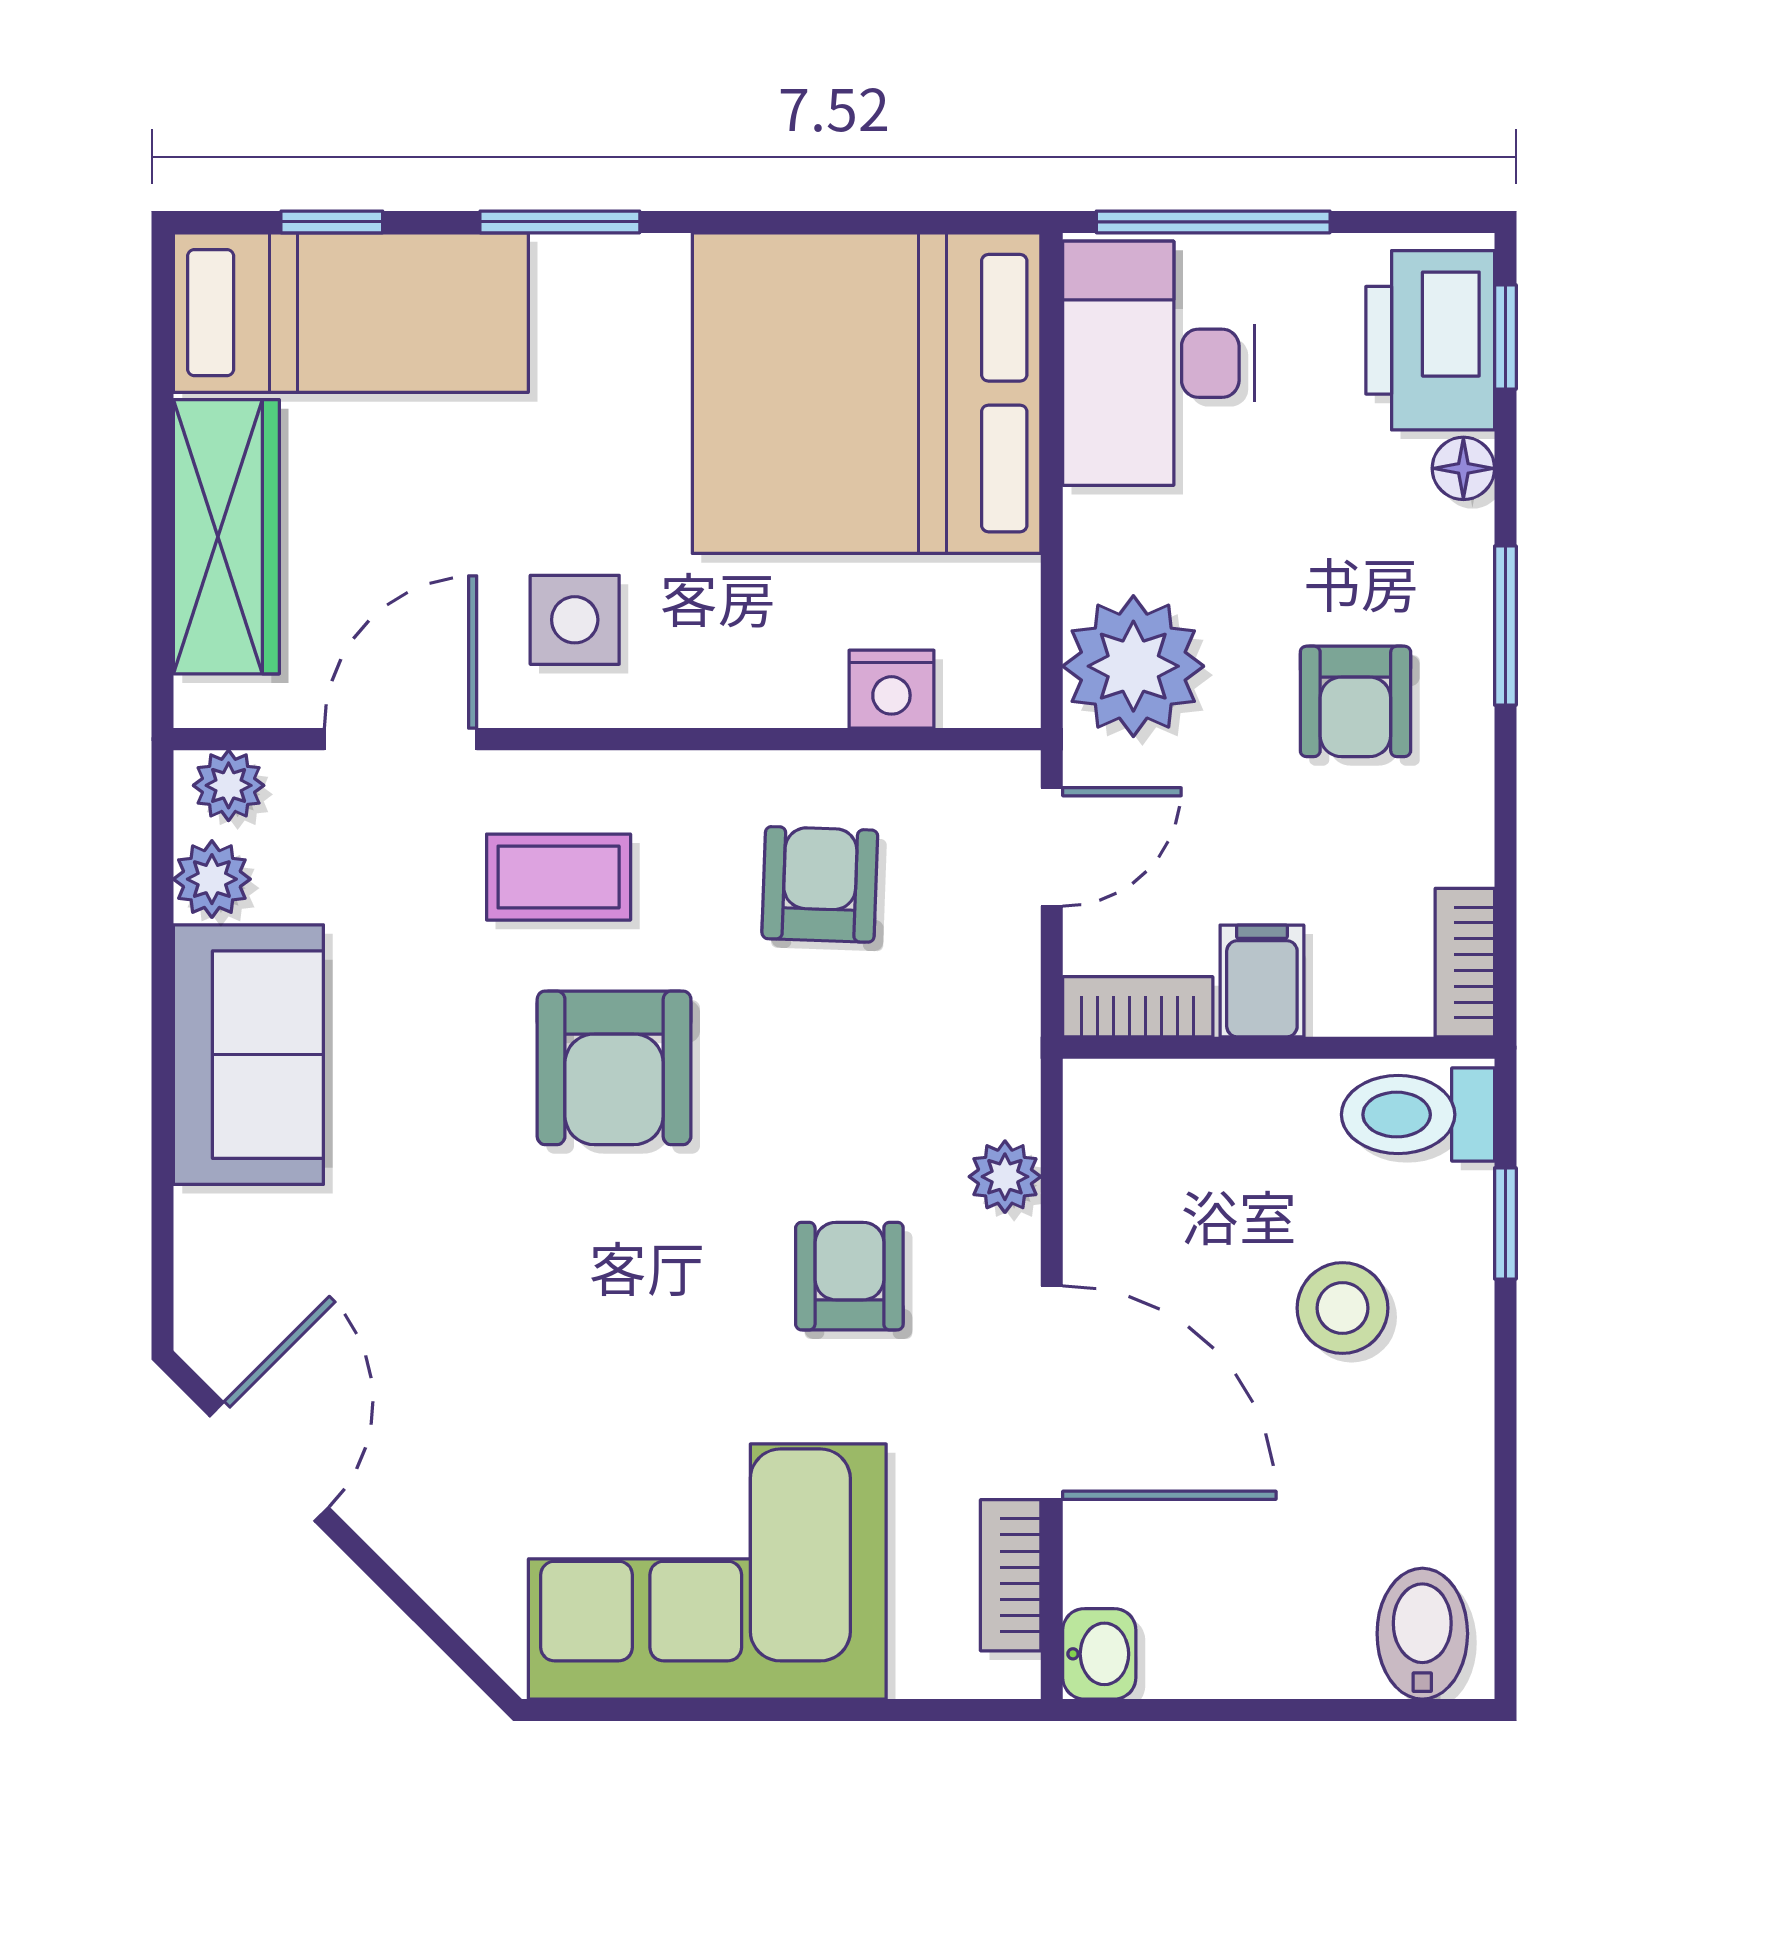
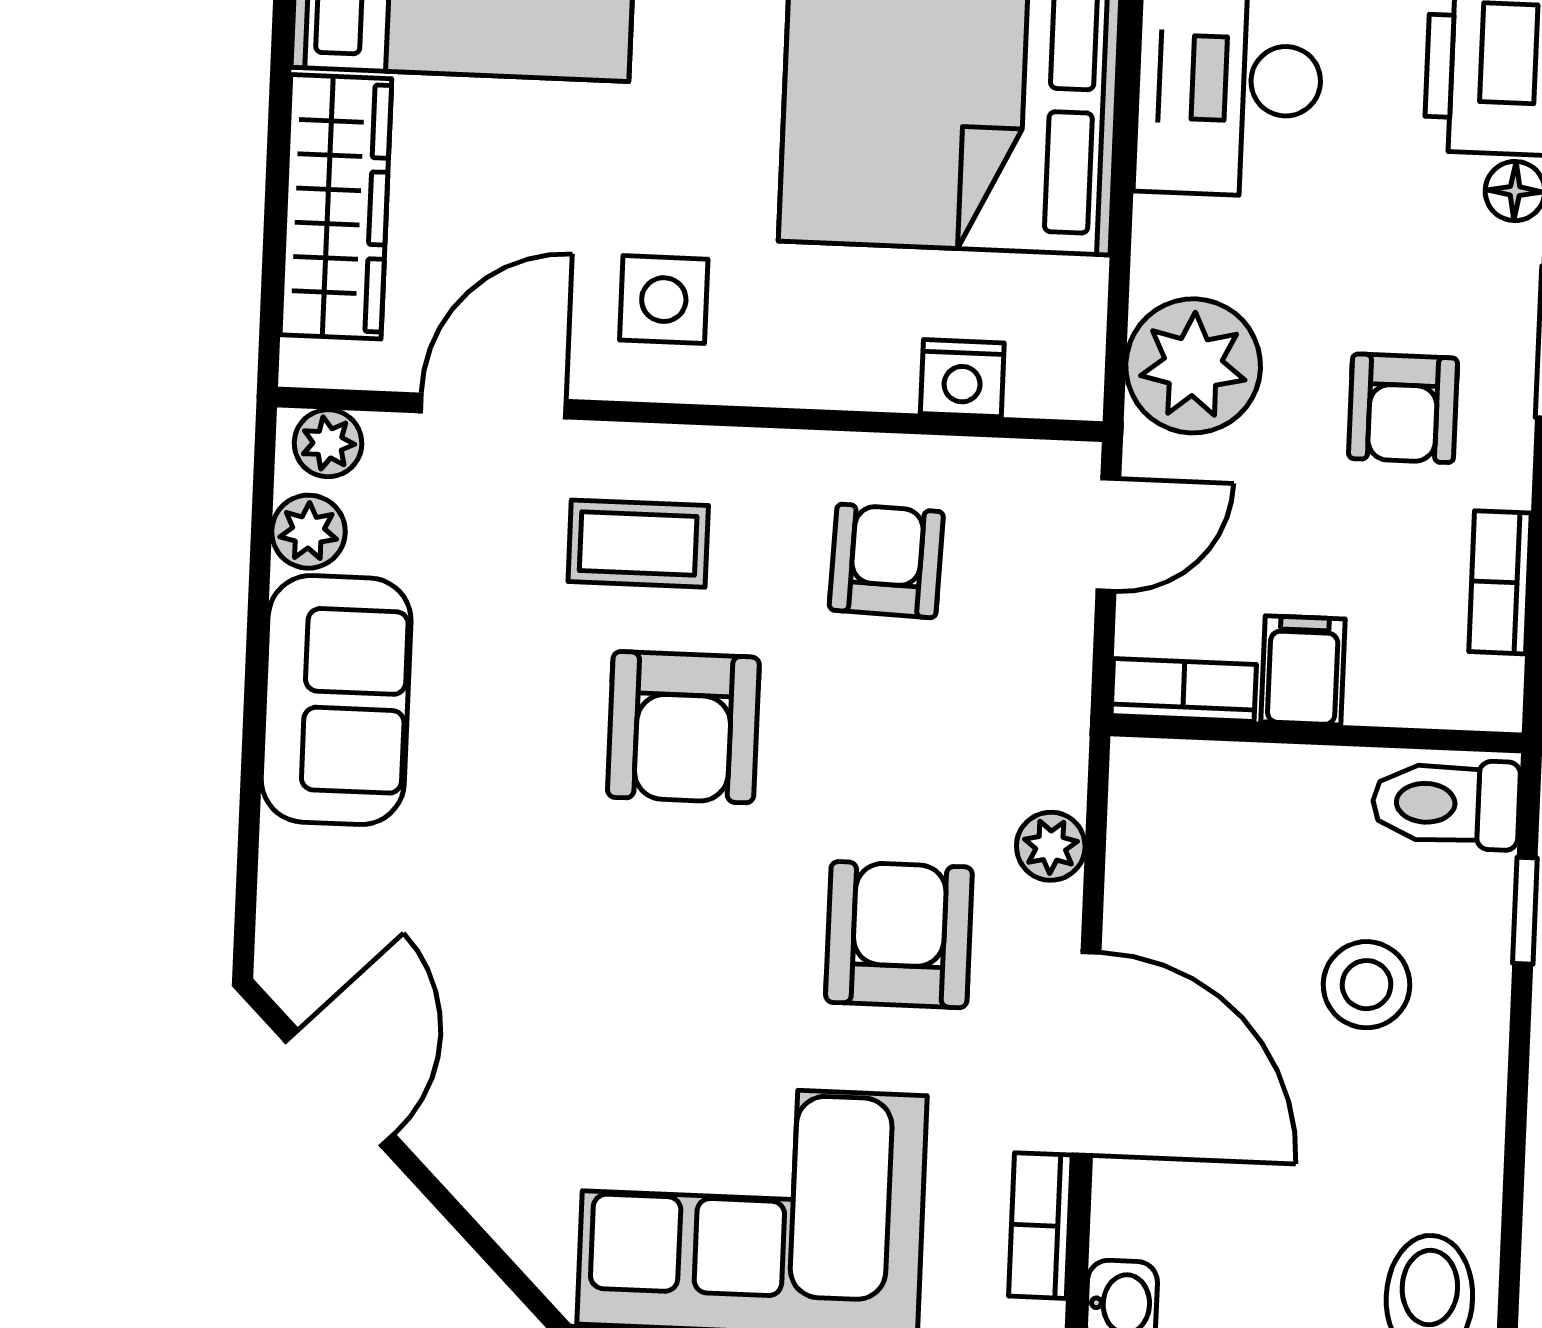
bookcase: (1465, 963) -> (1500, 582), moved
armchair: (849, 1276) -> (899, 935), width x1.38, depth x1.38

